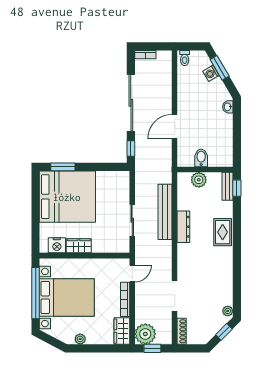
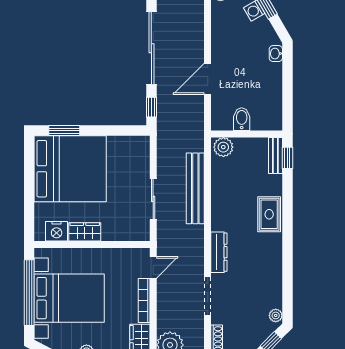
plant: (199, 180) -> (223, 147), moved
dresser: (183, 227) -> (219, 252), moved

